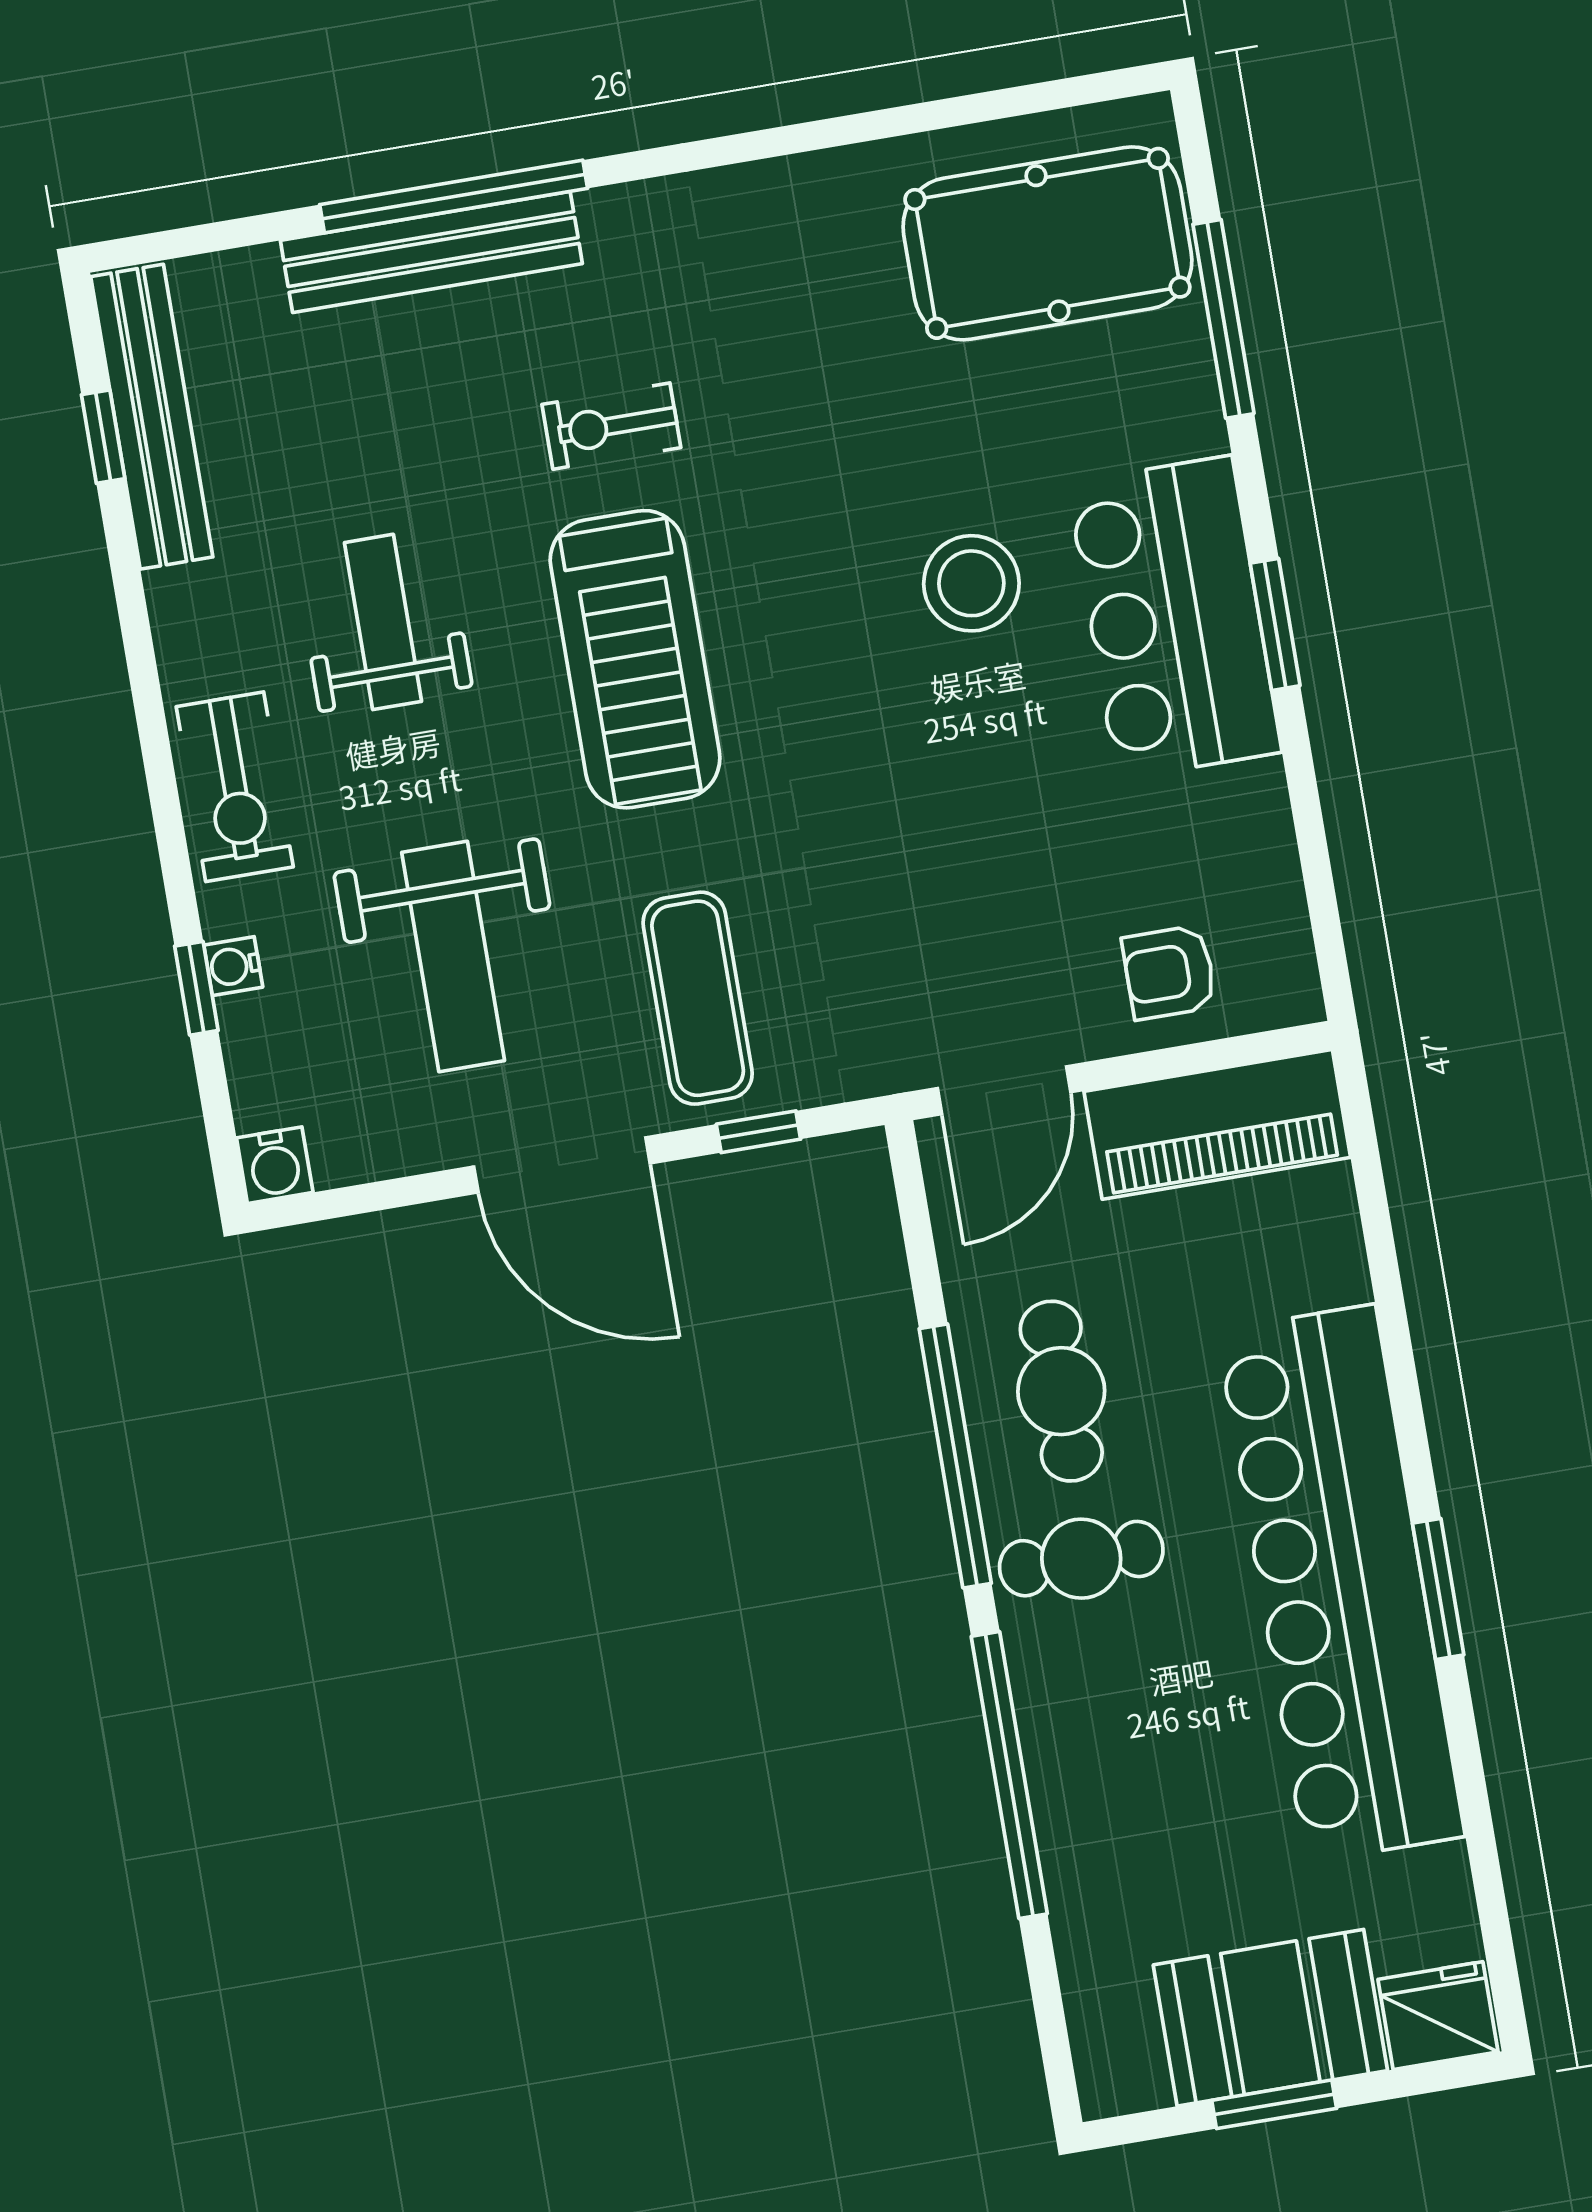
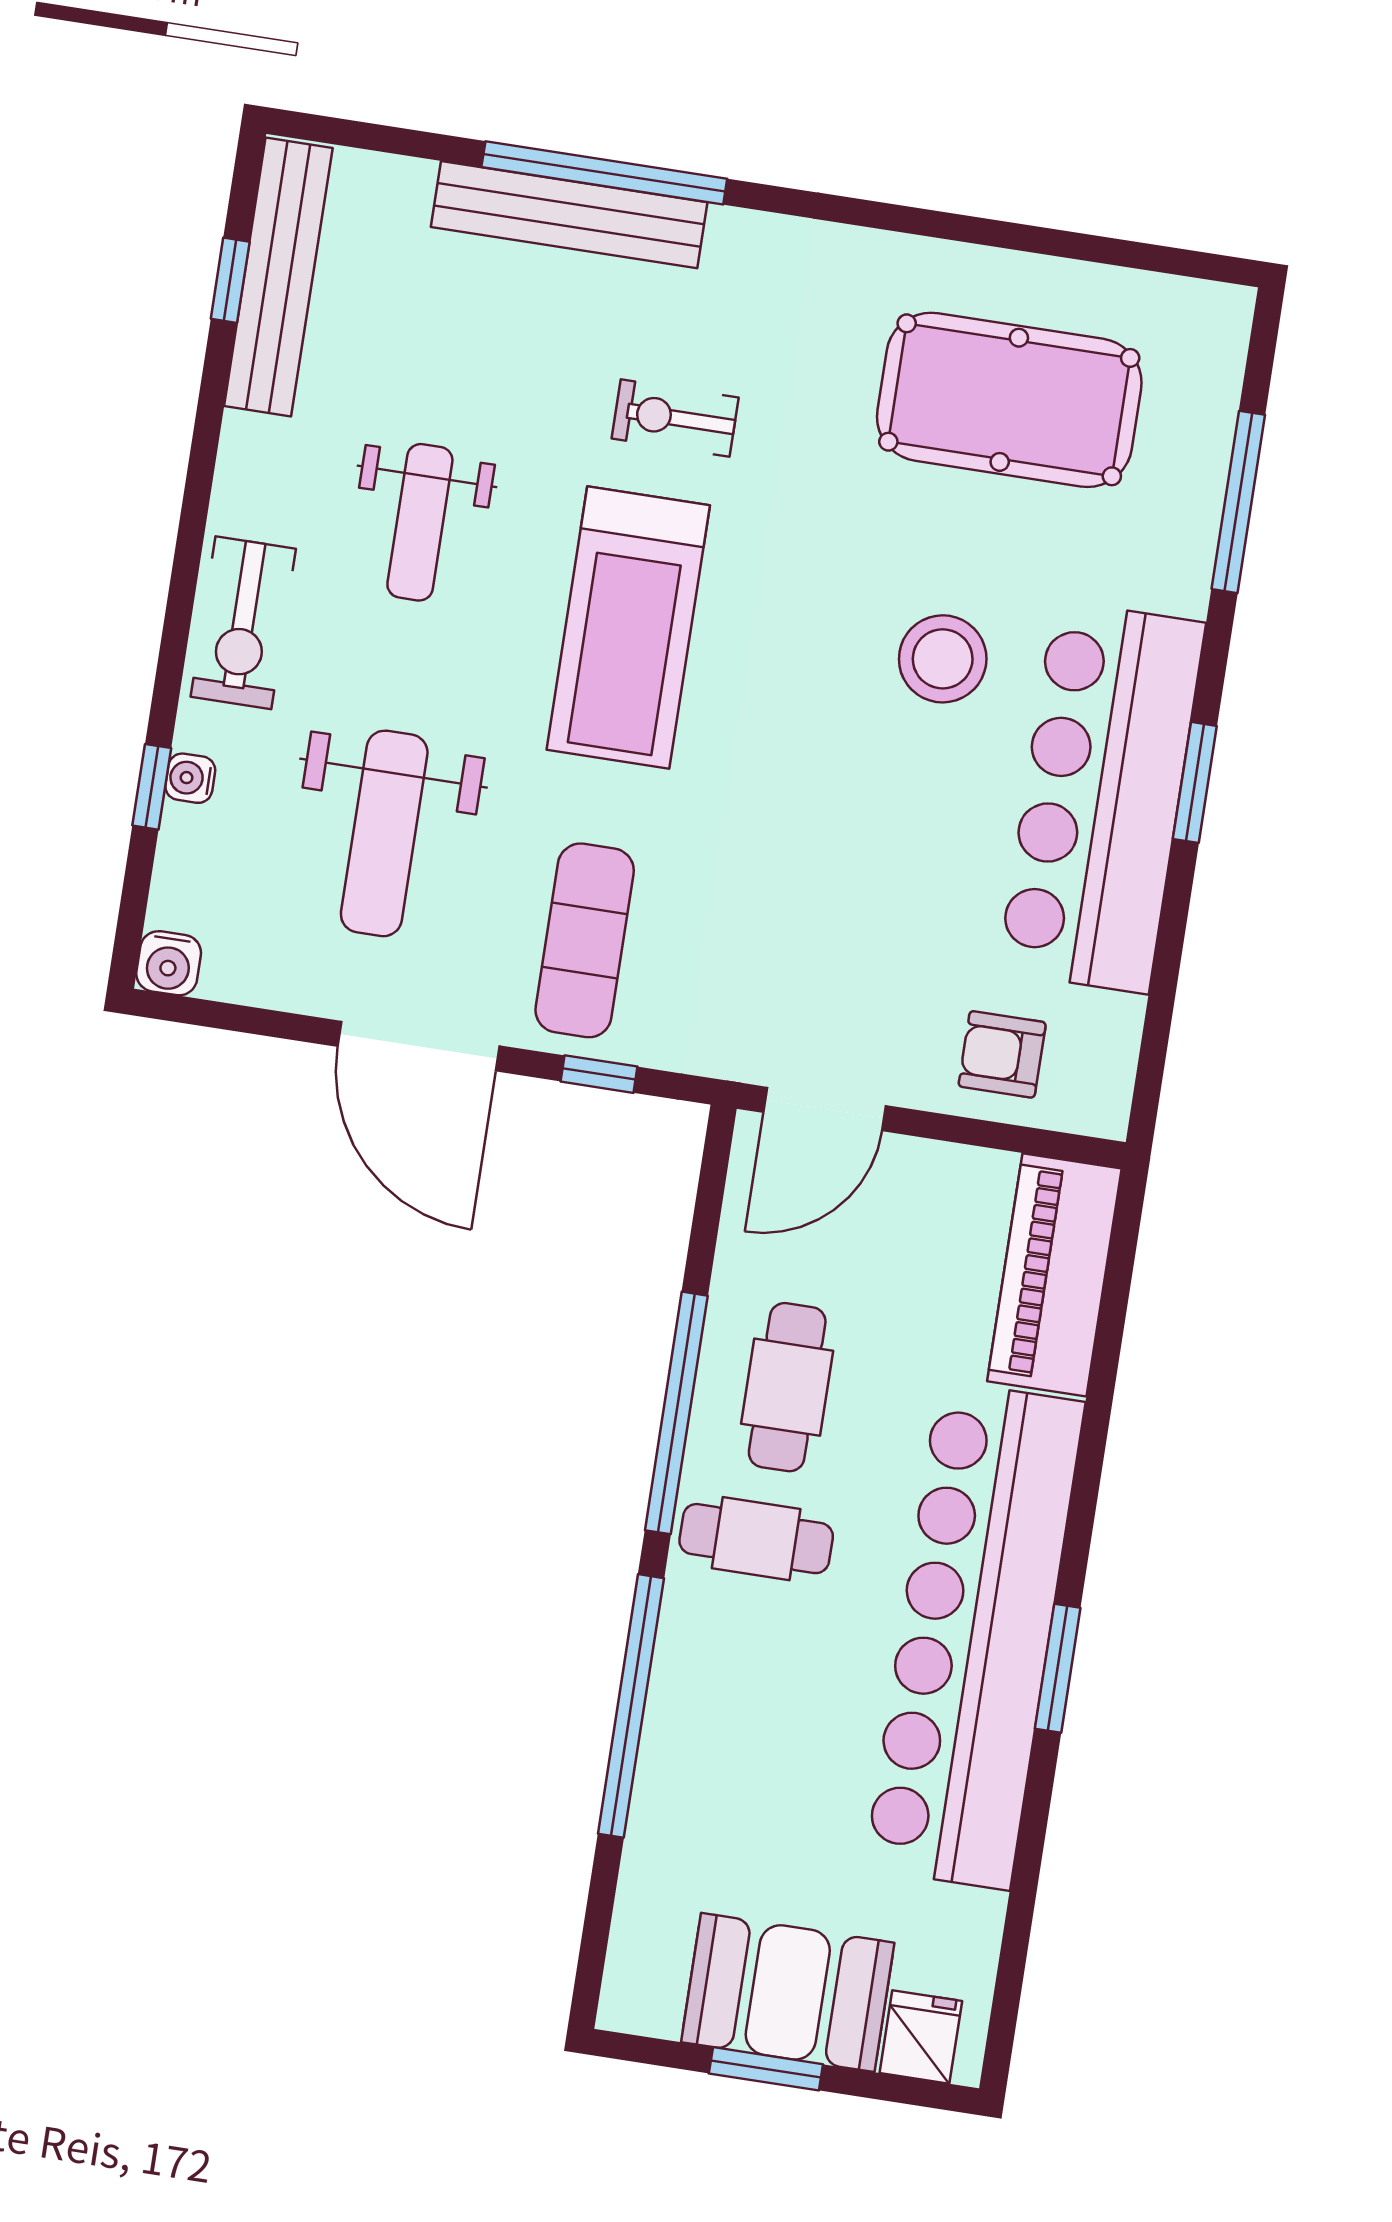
pool table: (1047, 243) -> (1009, 400), moved
bar counter: (1174, 618) -> (1102, 797), width x1.36
weight bench: (383, 622) -> (420, 522), turned 180
piano: (1217, 1124) -> (1054, 1275), moved, turned 90
fridge: (1438, 2016) -> (921, 2037), width x0.72

